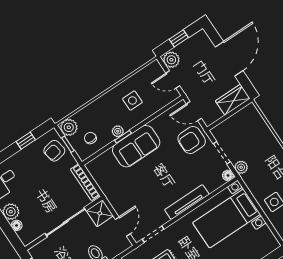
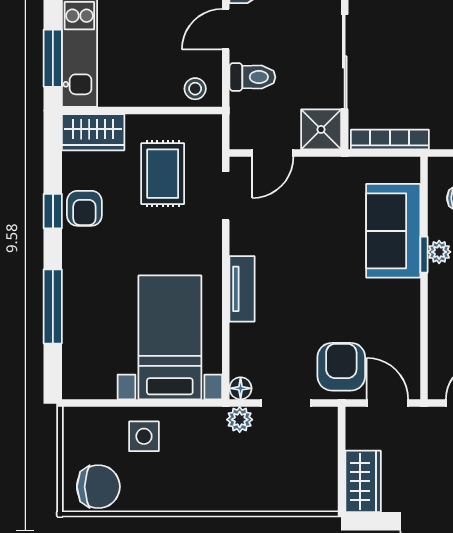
door: (194, 111) -> (387, 403), hinge flipped
sofa: (136, 146) -> (393, 231), moved
tv unit: (187, 202) -> (242, 289), width x0.71
door: (123, 227) -> (273, 153), hinge flipped

